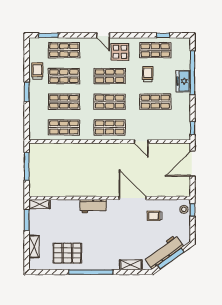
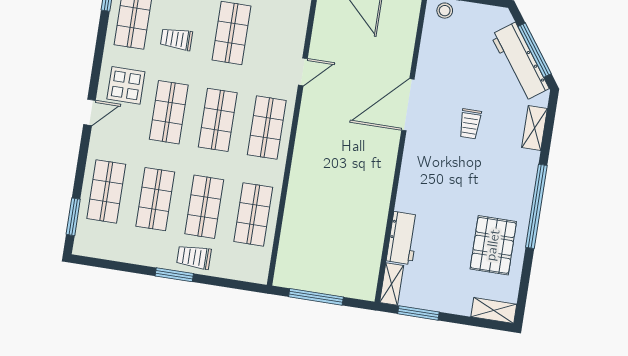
trolley: (37, 71) -> (194, 257), moved
workbench: (93, 206) -> (403, 238), moved
trolley: (155, 216) -> (470, 124), moved
shelving: (34, 246) -> (494, 310), moved

